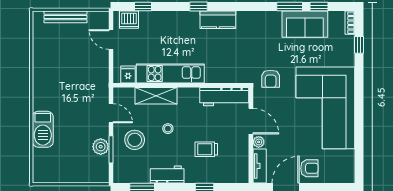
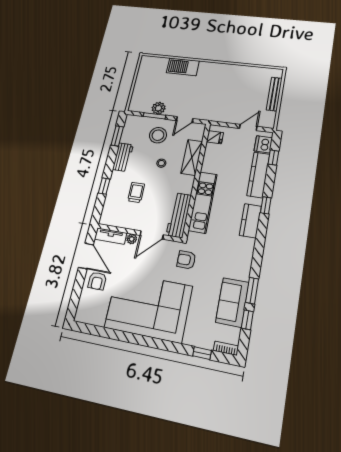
kitchen counter: (165, 20) -> (258, 175), added
kitchen unit: (170, 74) -> (203, 202), moved

